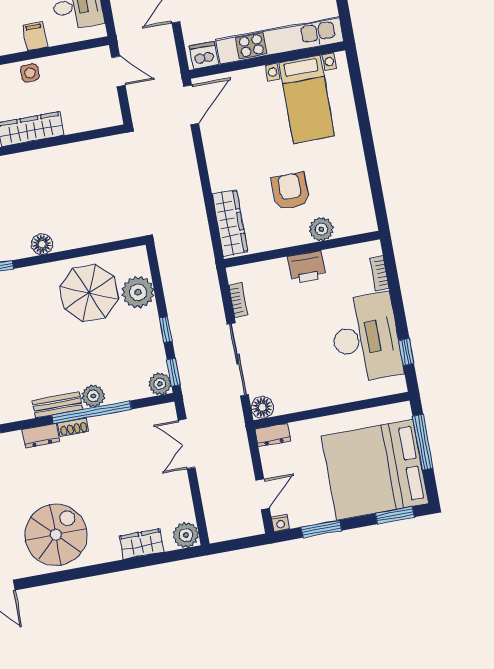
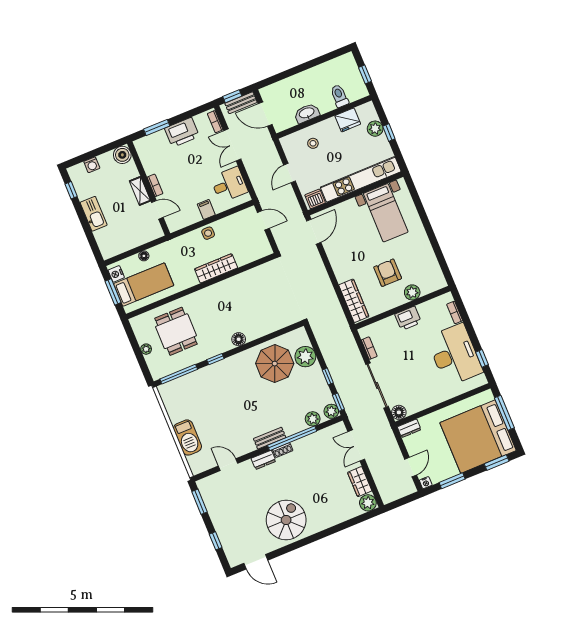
plant: (93, 396) -> (313, 419), moved
wardrobe: (142, 544) -> (360, 482), moved, turned -90

